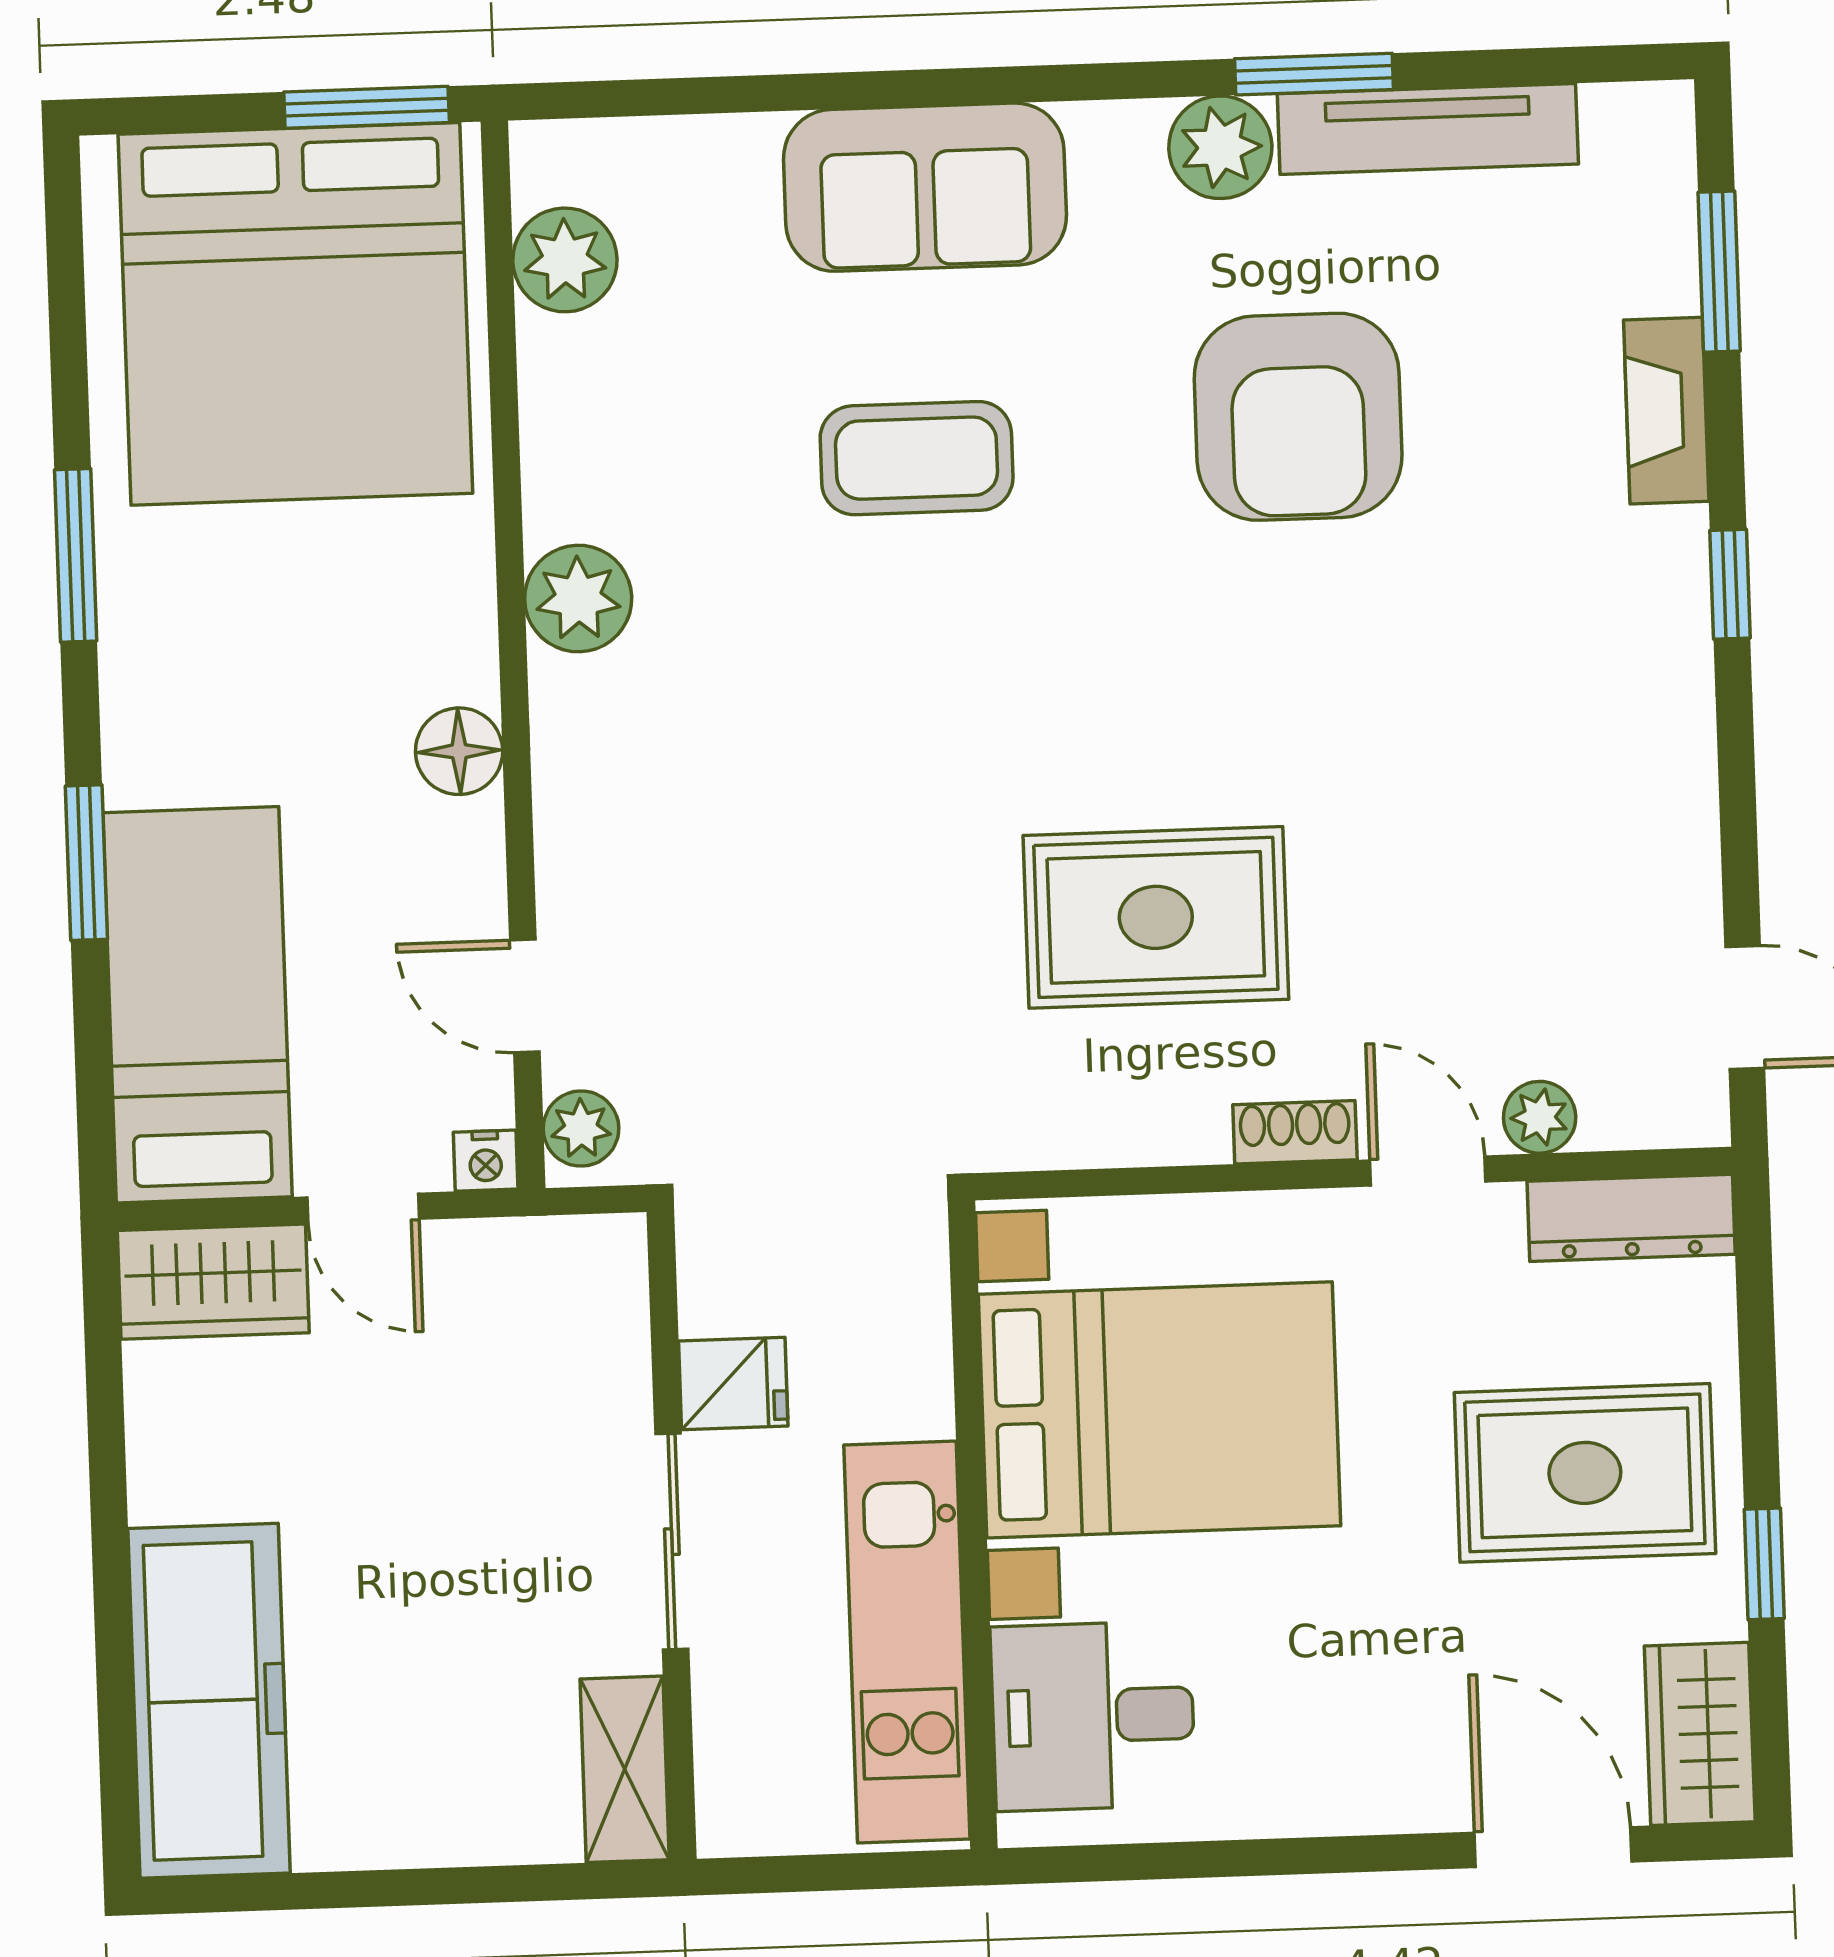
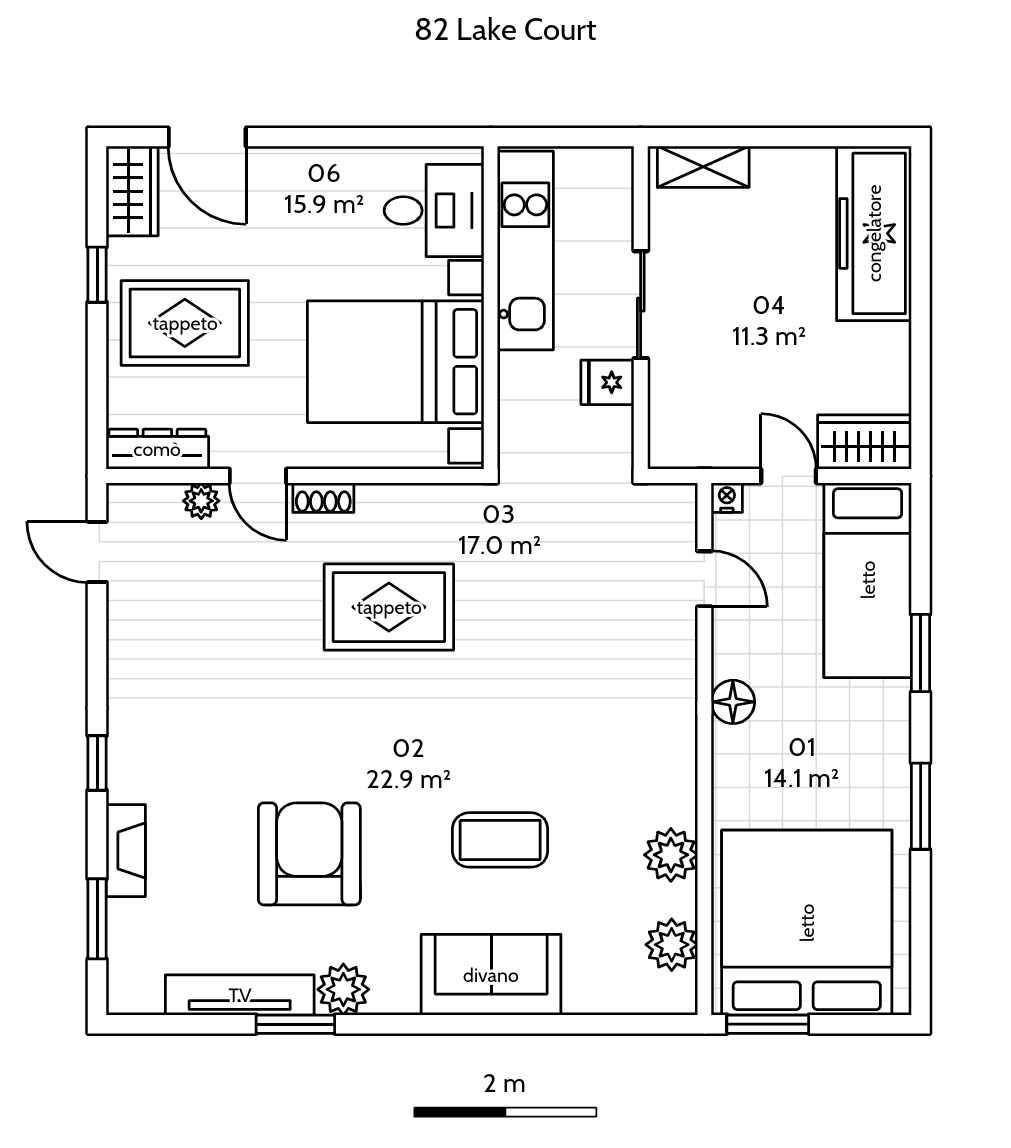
plant: (578, 599) -> (671, 855), moved
plant: (581, 1129) -> (679, 512), removed
shelving: (625, 1769) -> (703, 167), moved, turned 90

